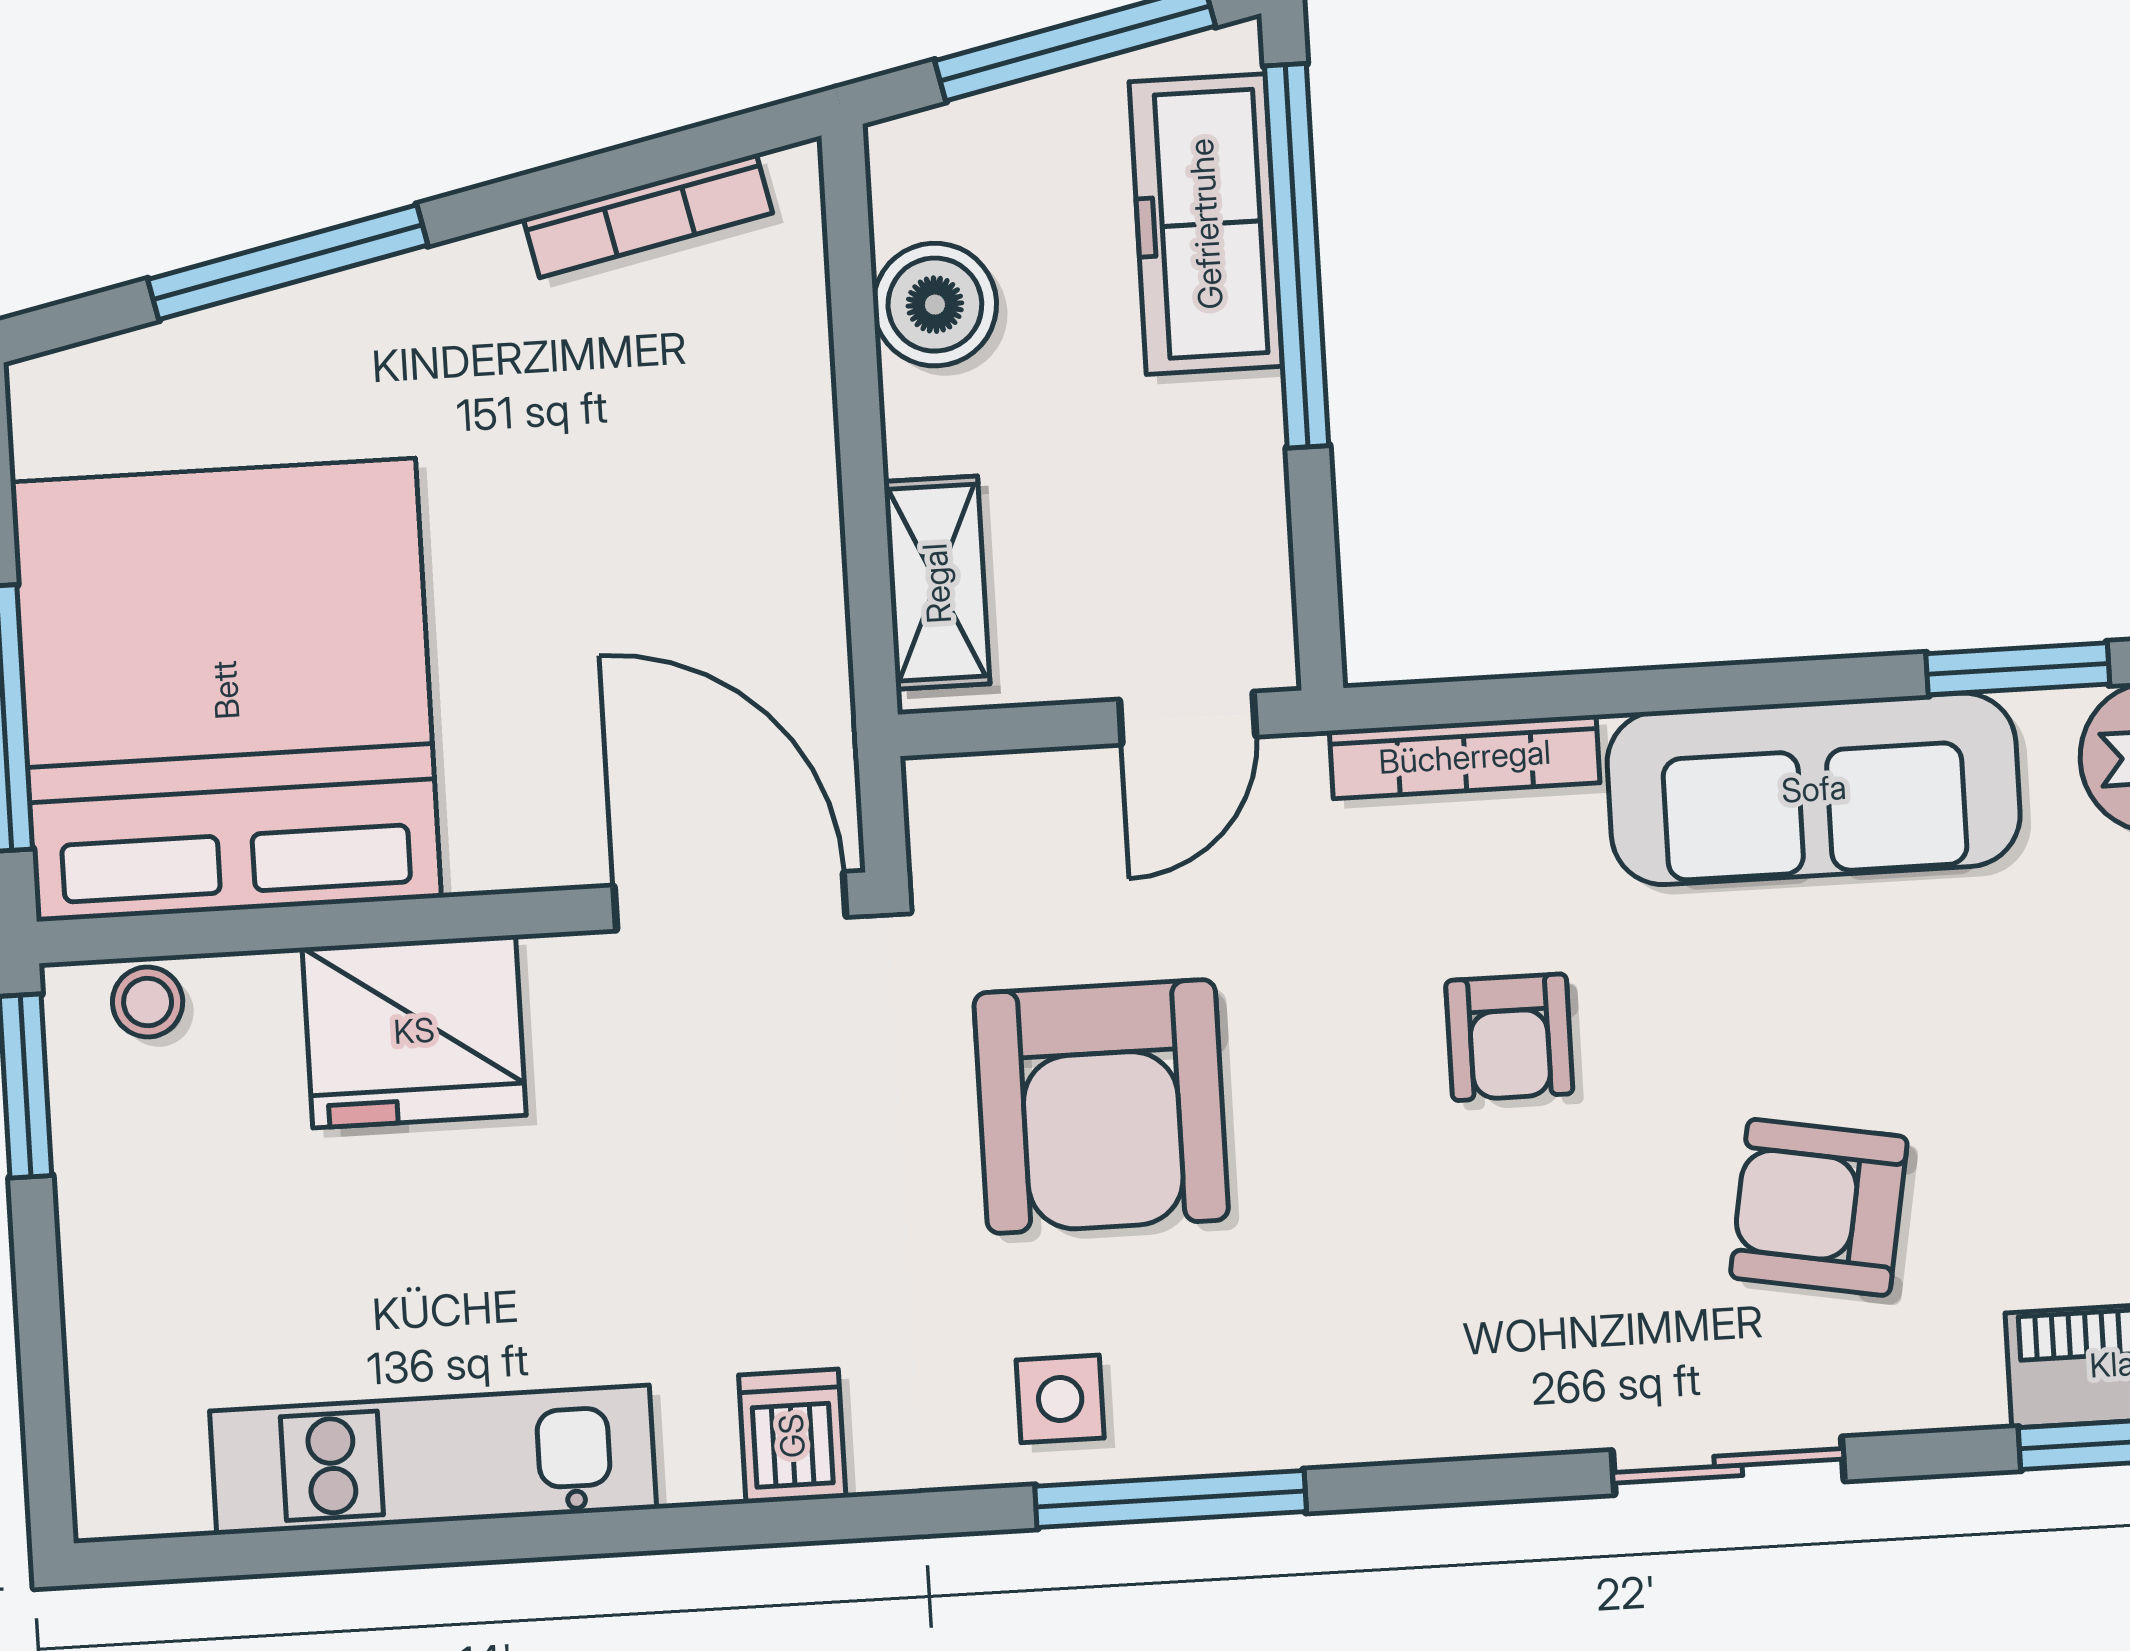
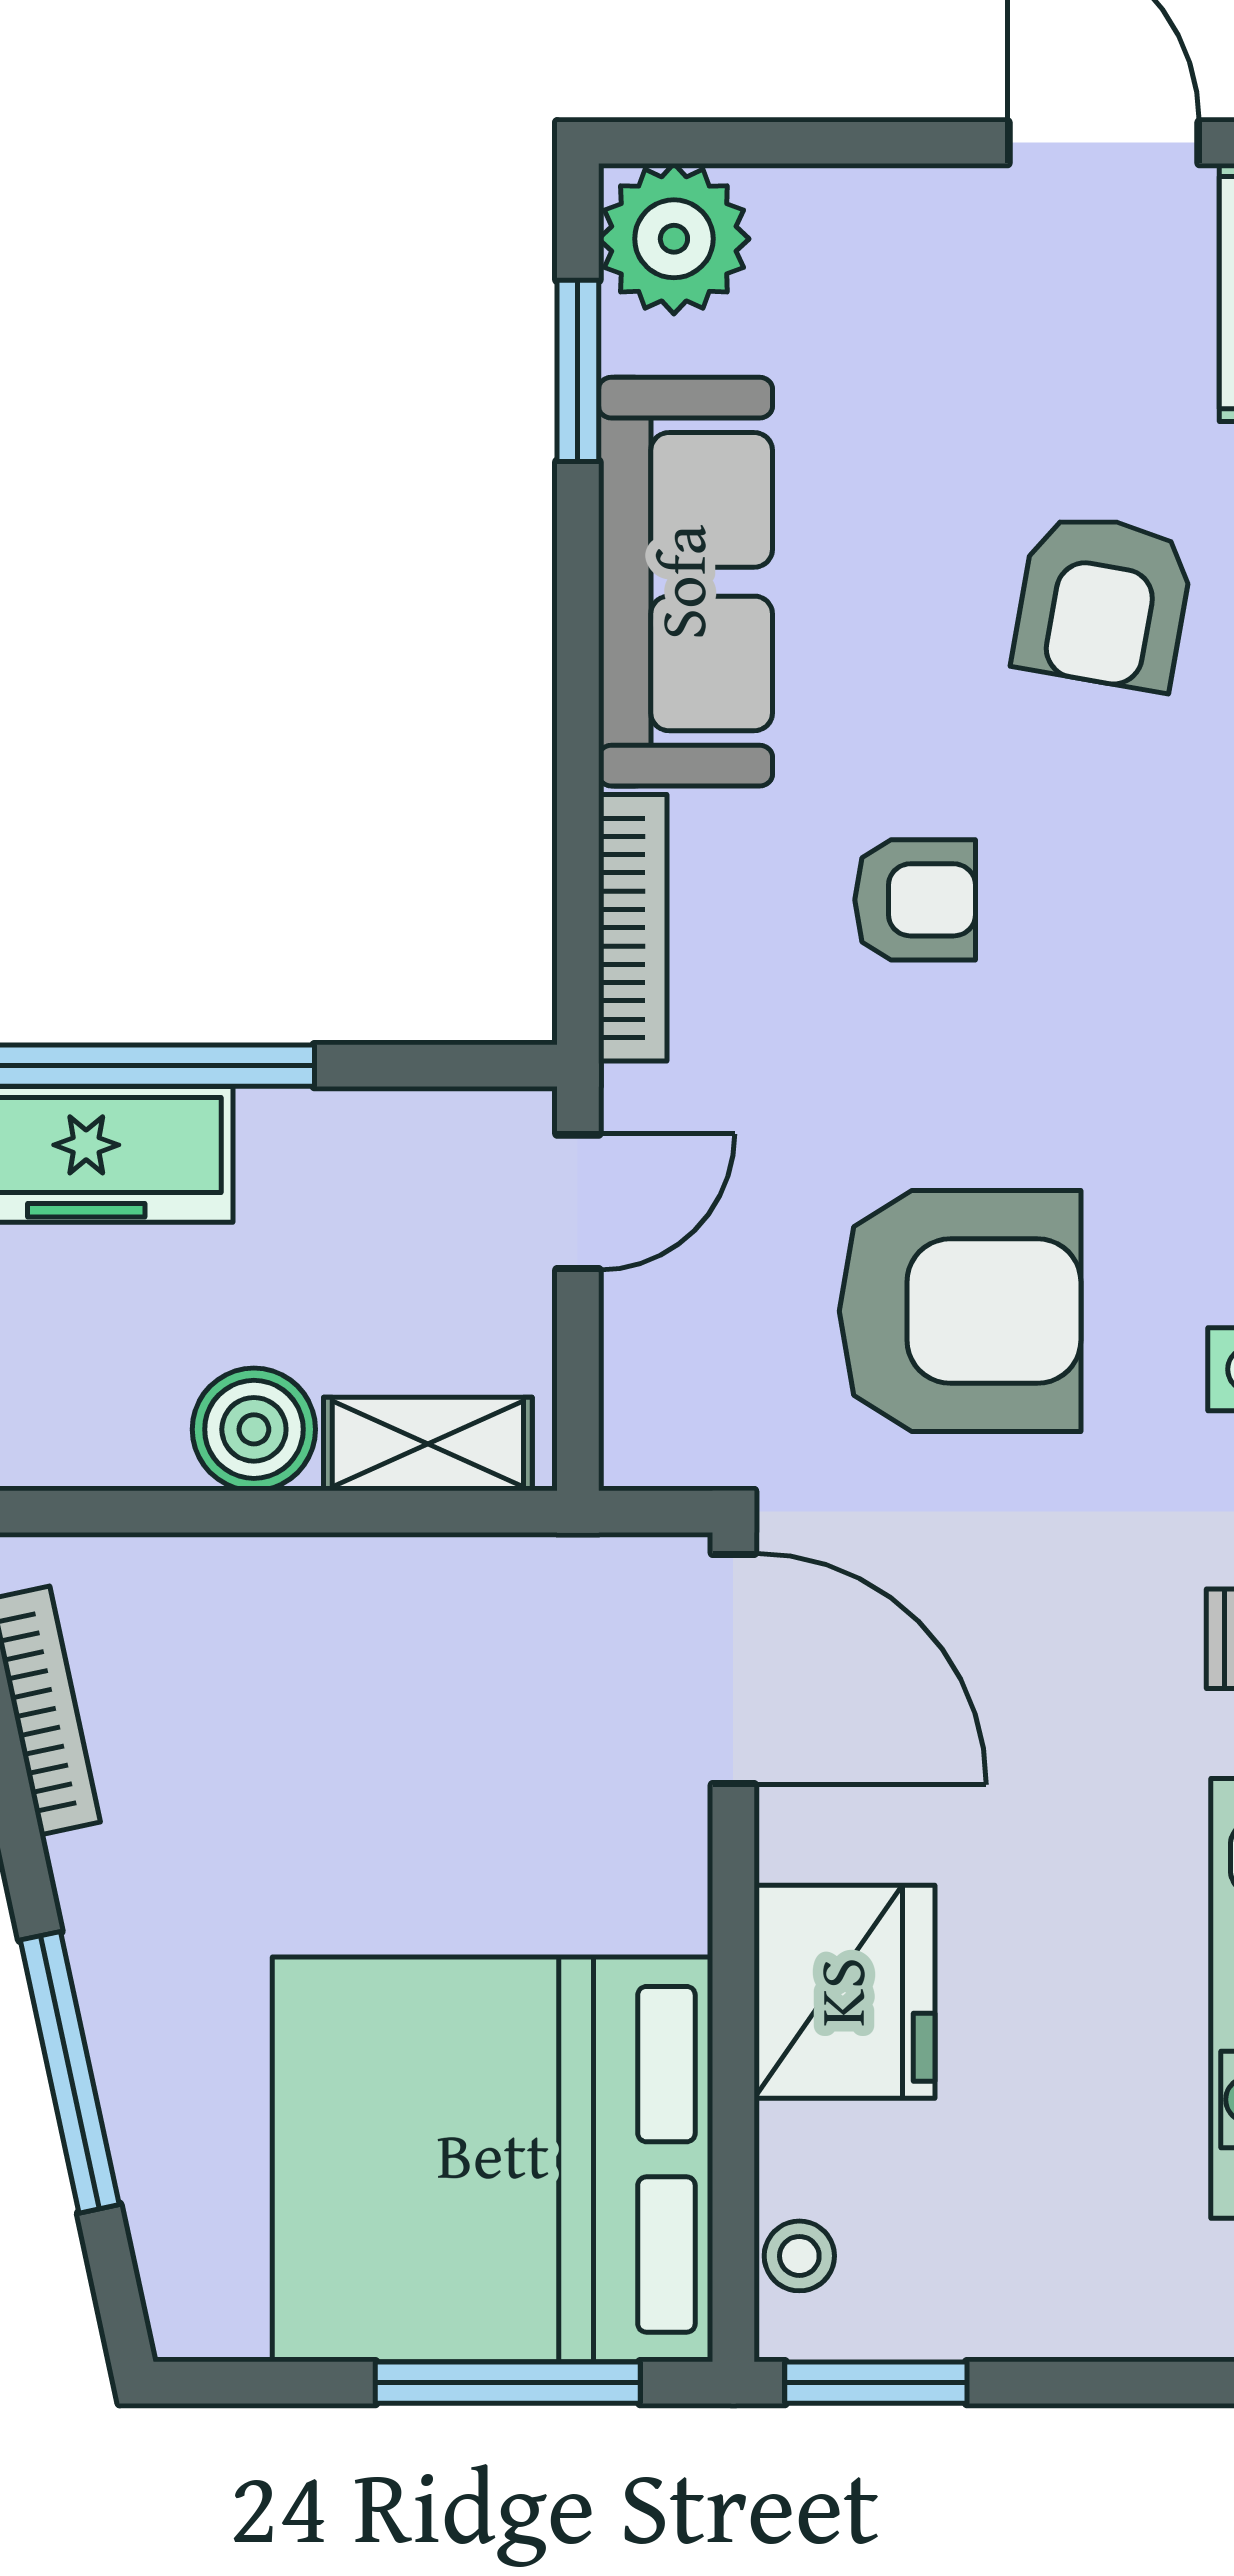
boiler: (935, 305) -> (254, 1429), moved
door: (1188, 718) -> (578, 1202), hinge flipped
door: (730, 901) -> (733, 1669), swing flipped

